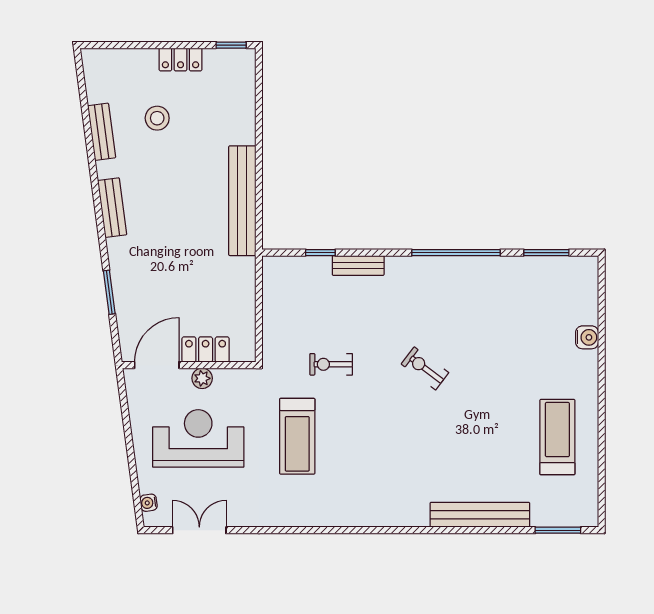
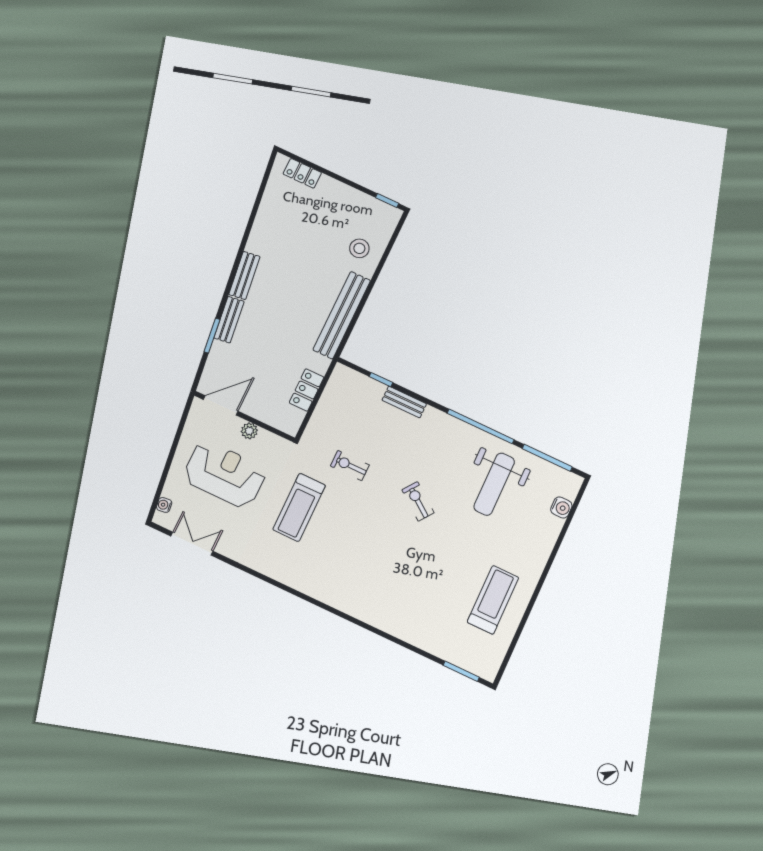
locker: (181, 60) -> (302, 173), moved
stool: (157, 118) -> (359, 248), moved
bench: (102, 132) -> (229, 320), moved
window: (546, 253) -> (547, 458), width x1.44
weight bench: (501, 310) -> (494, 484), added
water cooler: (587, 337) -> (561, 507), moved
locker: (206, 349) -> (307, 390), moved, turned -90
bench: (480, 515) -> (408, 632), removed

